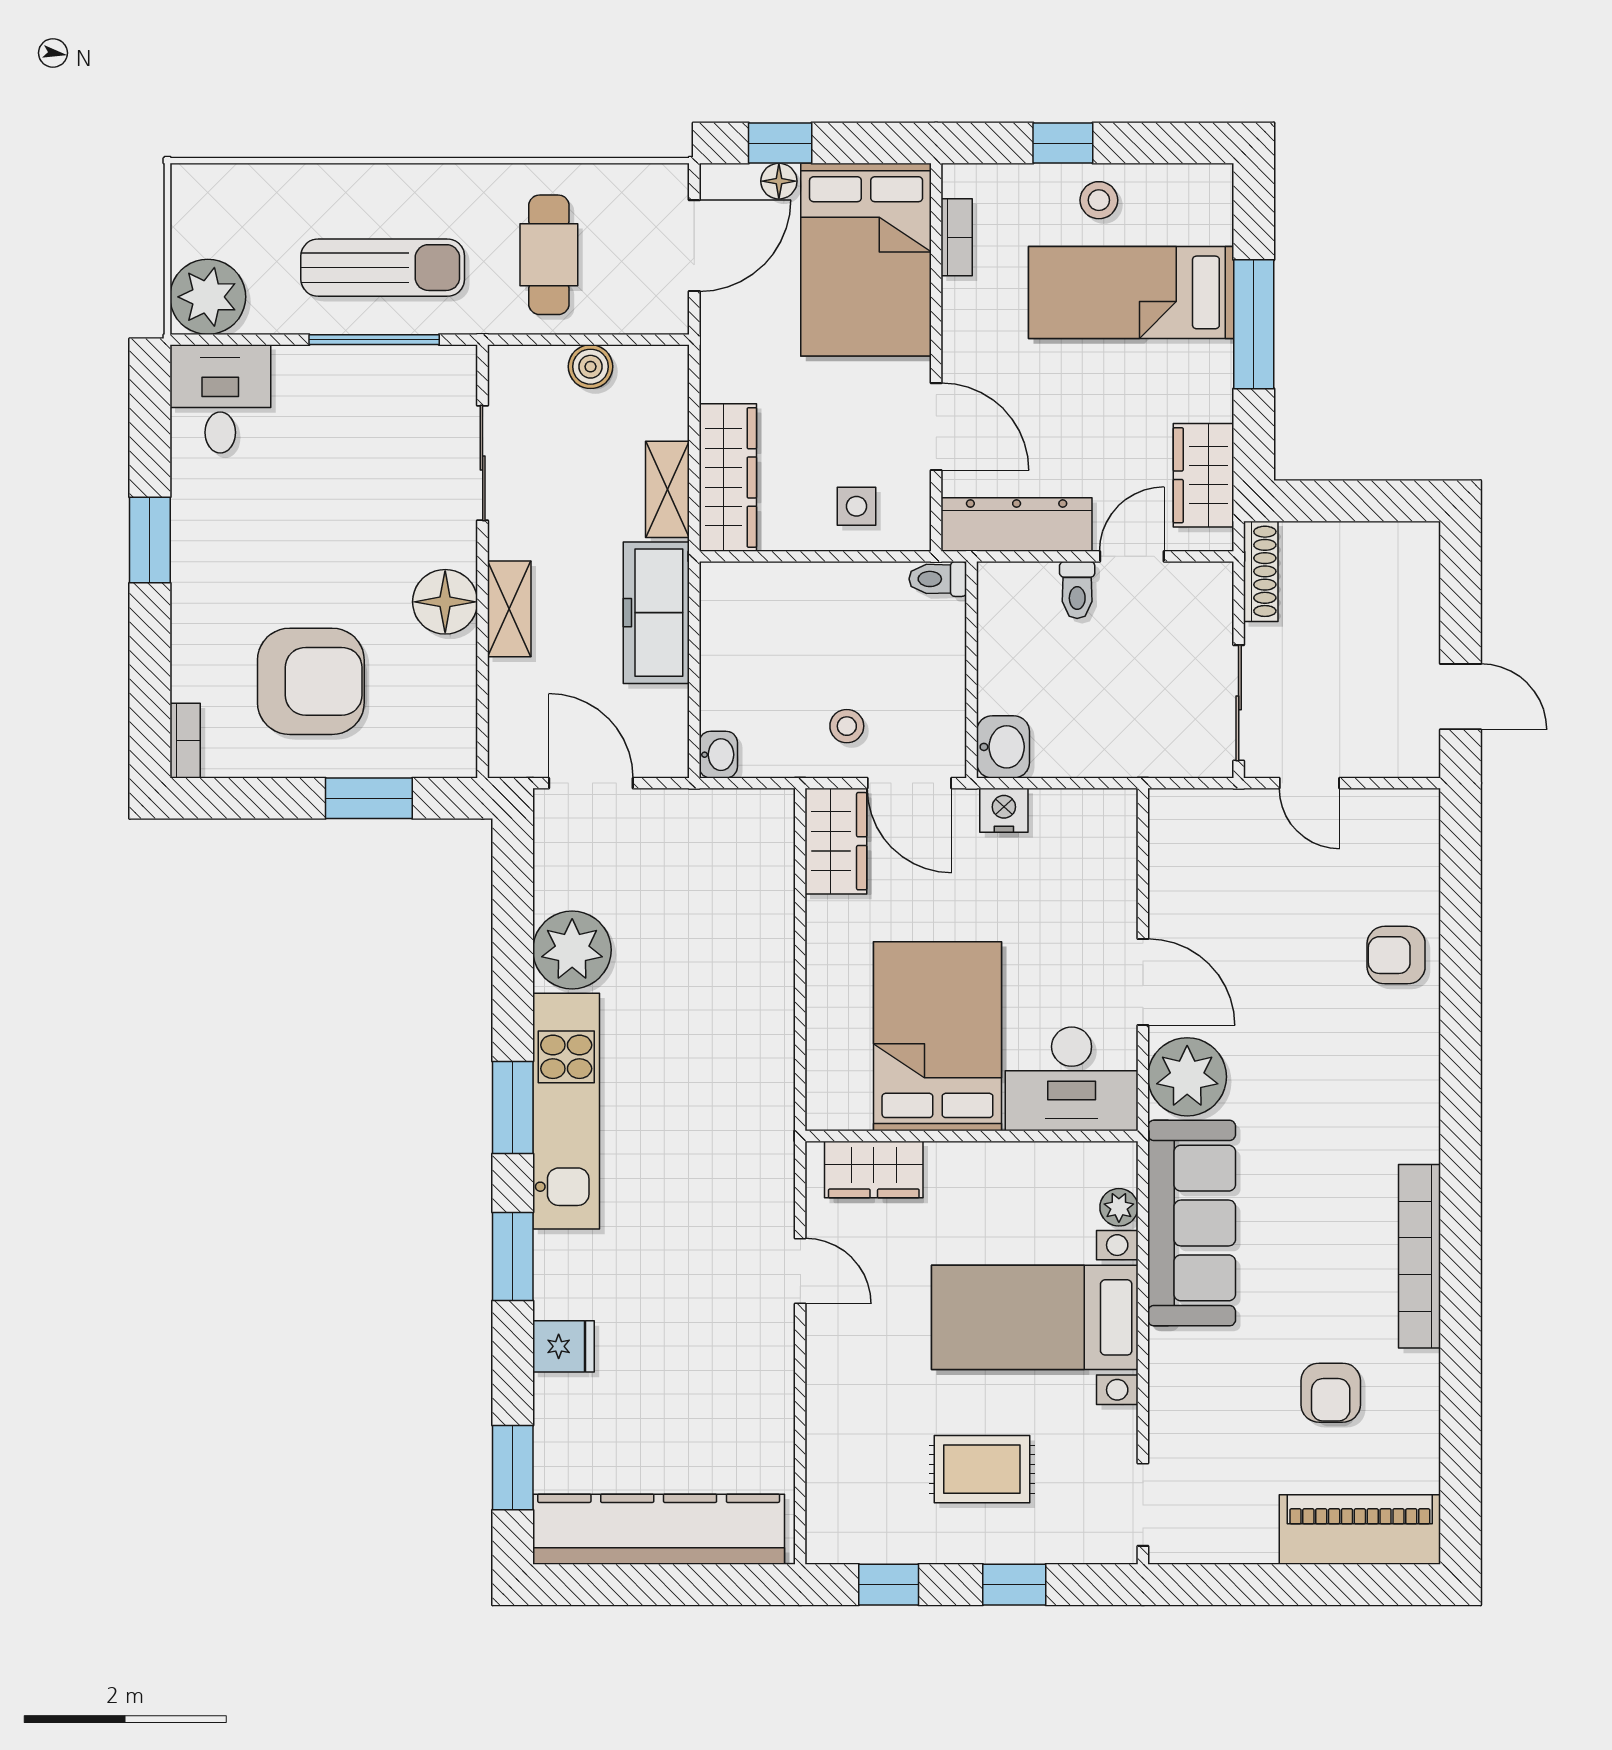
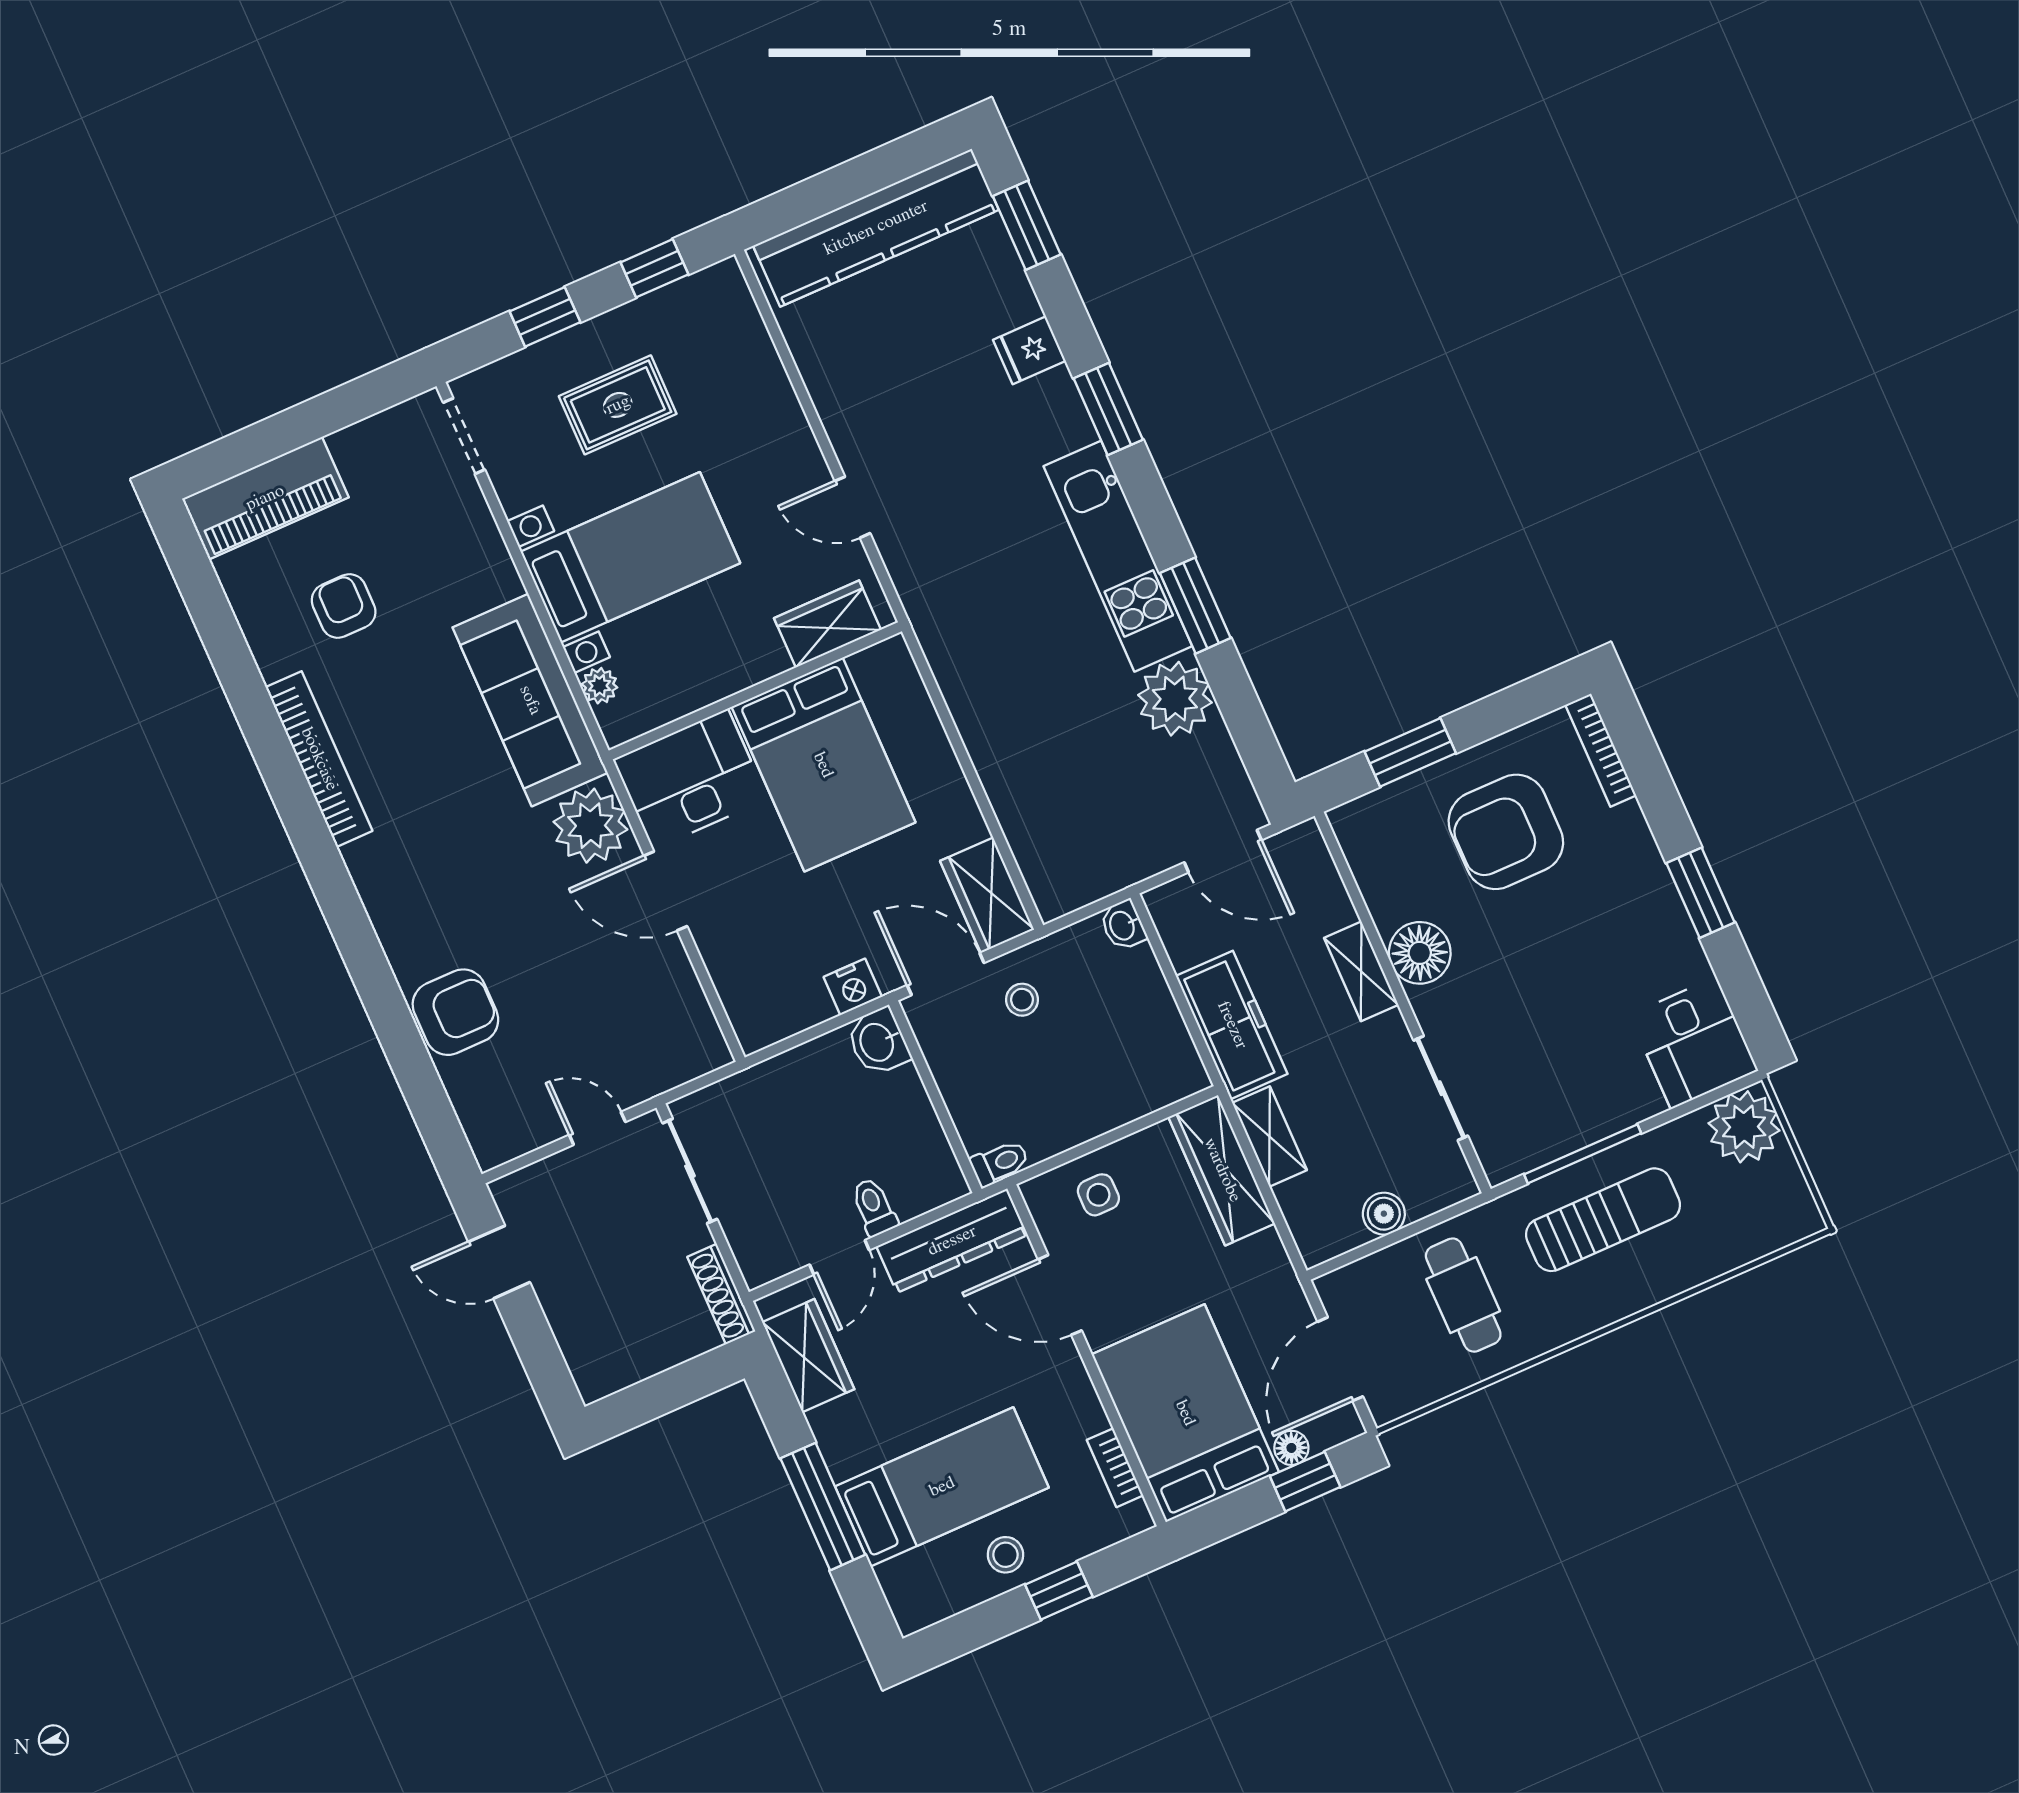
sun lounger: (383, 268) -> (1603, 1220), turned 180
bookcase: (185, 741) -> (1601, 750), width x1.56
armchair: (1396, 955) -> (455, 1012), width x1.38, depth x1.38
window: (513, 1107) -> (1195, 606), moved

